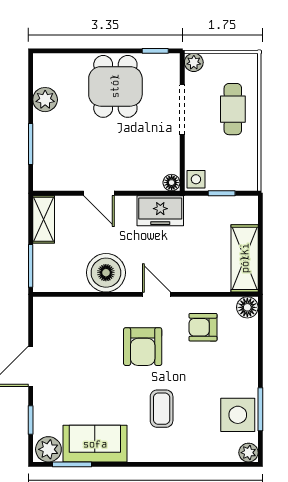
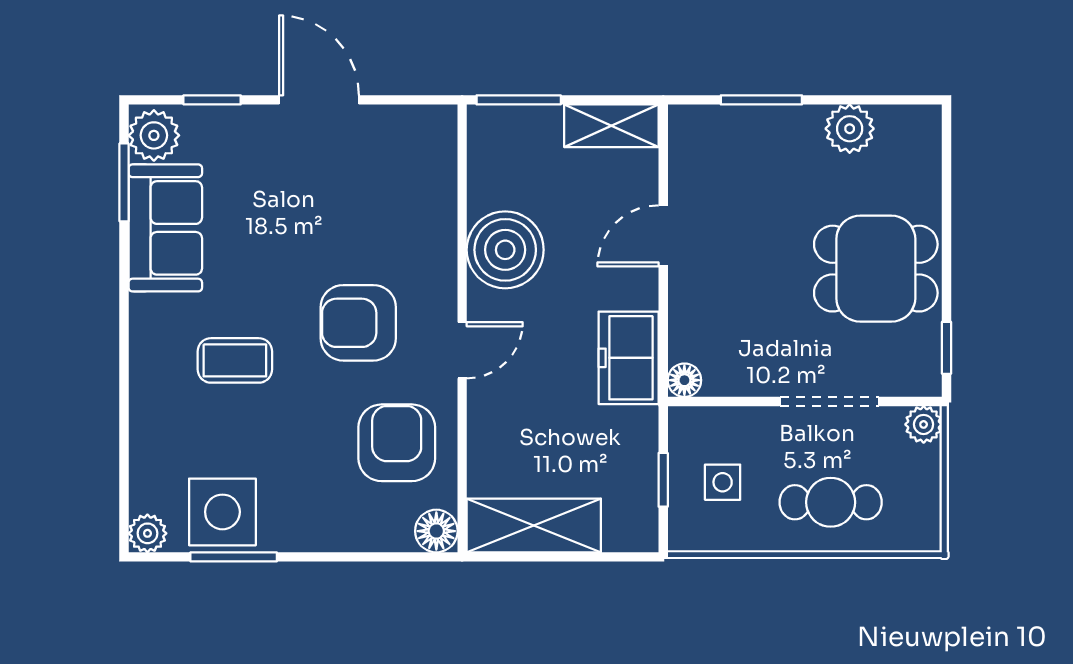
side table: (196, 179) -> (723, 482), moved
armchair: (203, 327) -> (397, 443), width x1.38, depth x1.38

